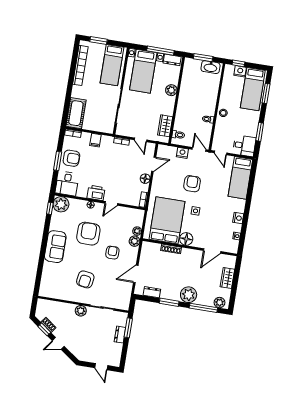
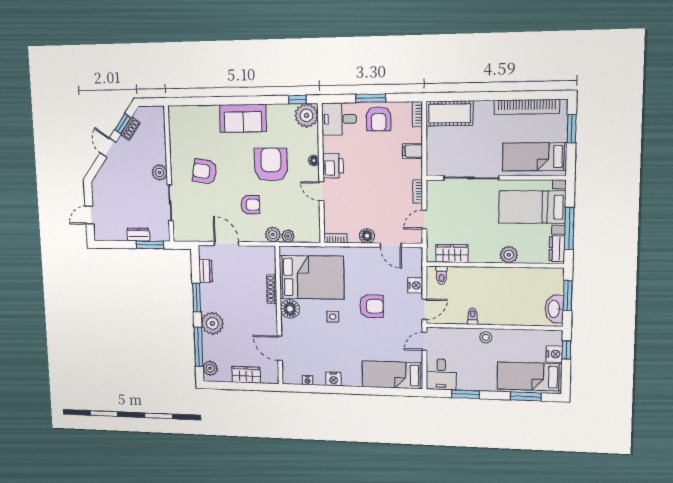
armchair: (88, 234) -> (271, 165), turned -90

